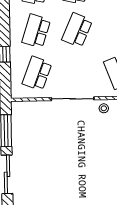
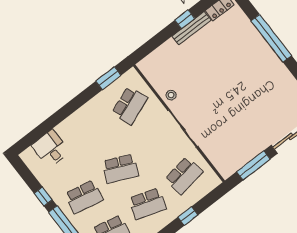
school desk: (37, 73) -> (184, 176), turned -30

